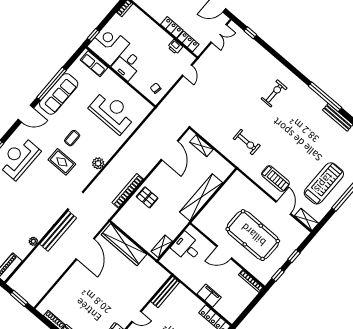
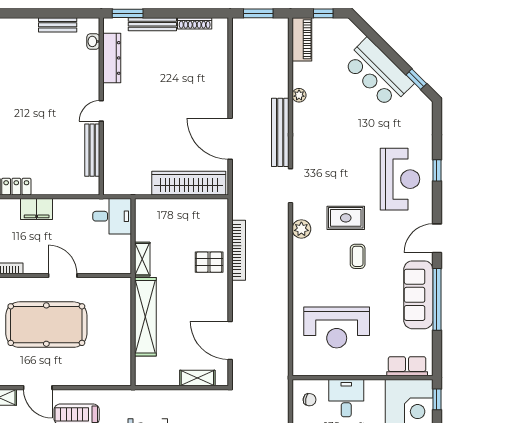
desk: (127, 65) -> (346, 398), moved
plant: (98, 163) -> (301, 229), moved
shelving: (162, 246) -> (142, 259), moved
desk: (187, 247) -> (112, 216), moved
door: (224, 252) -> (63, 275), hinge flipped
bench: (165, 292) -> (92, 150), moved

